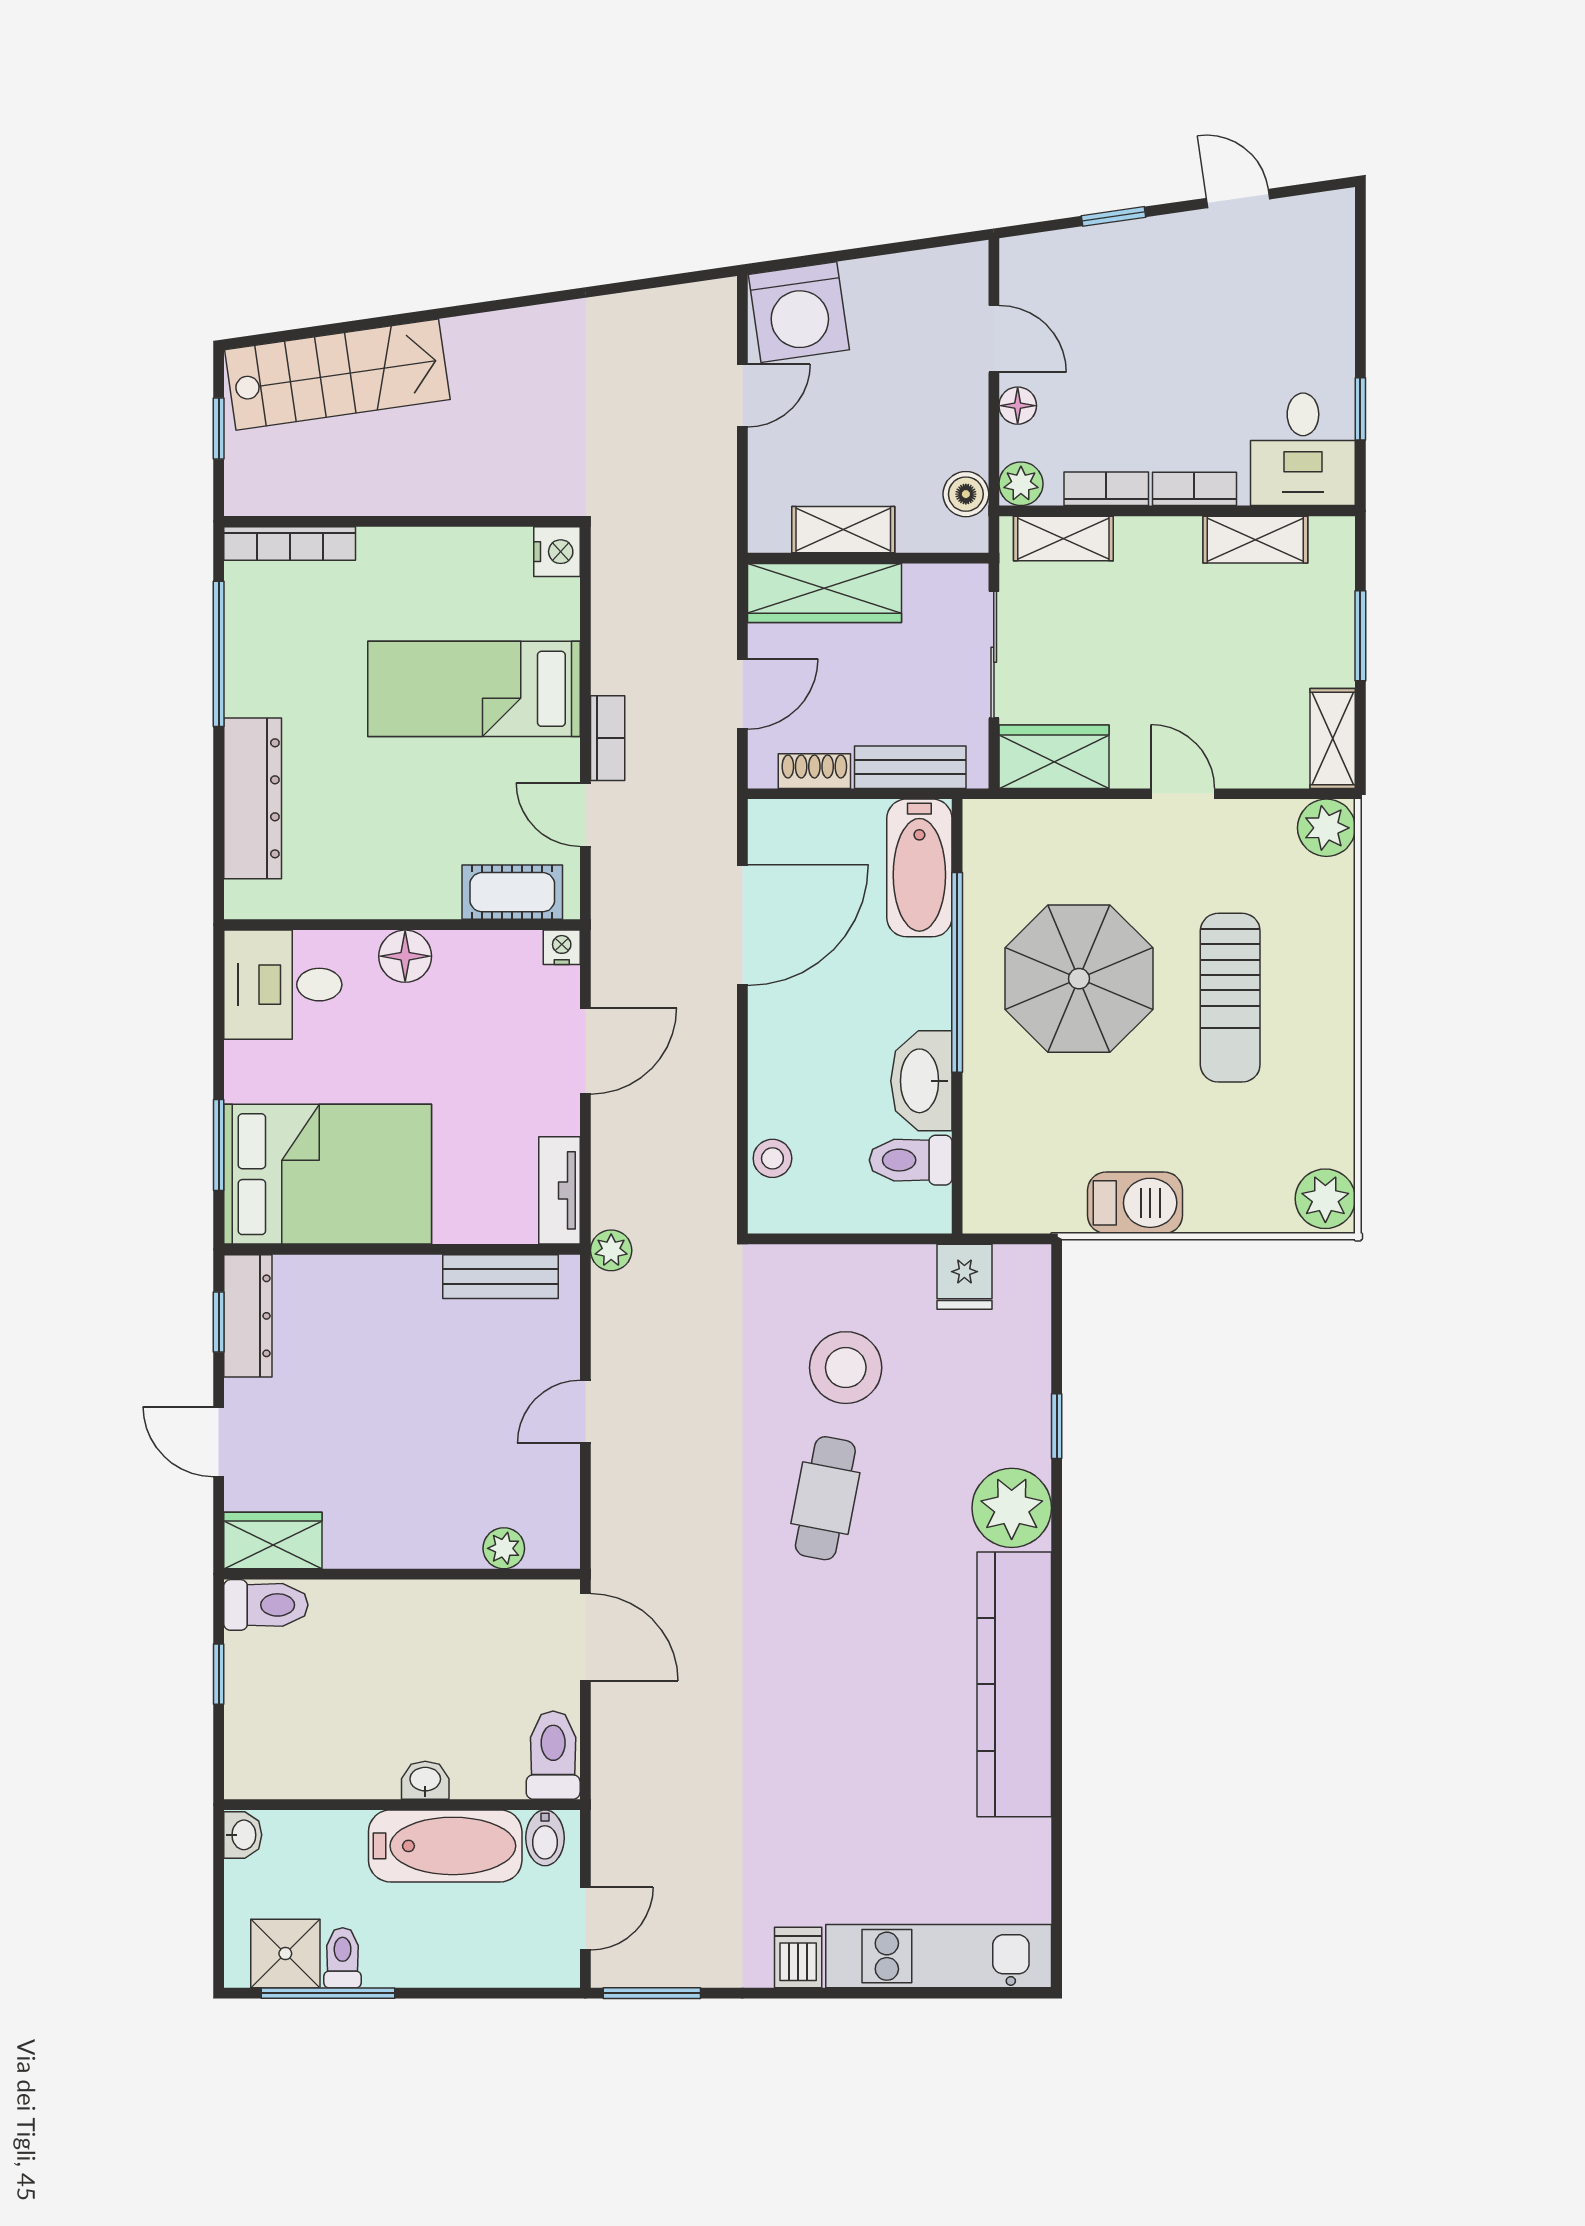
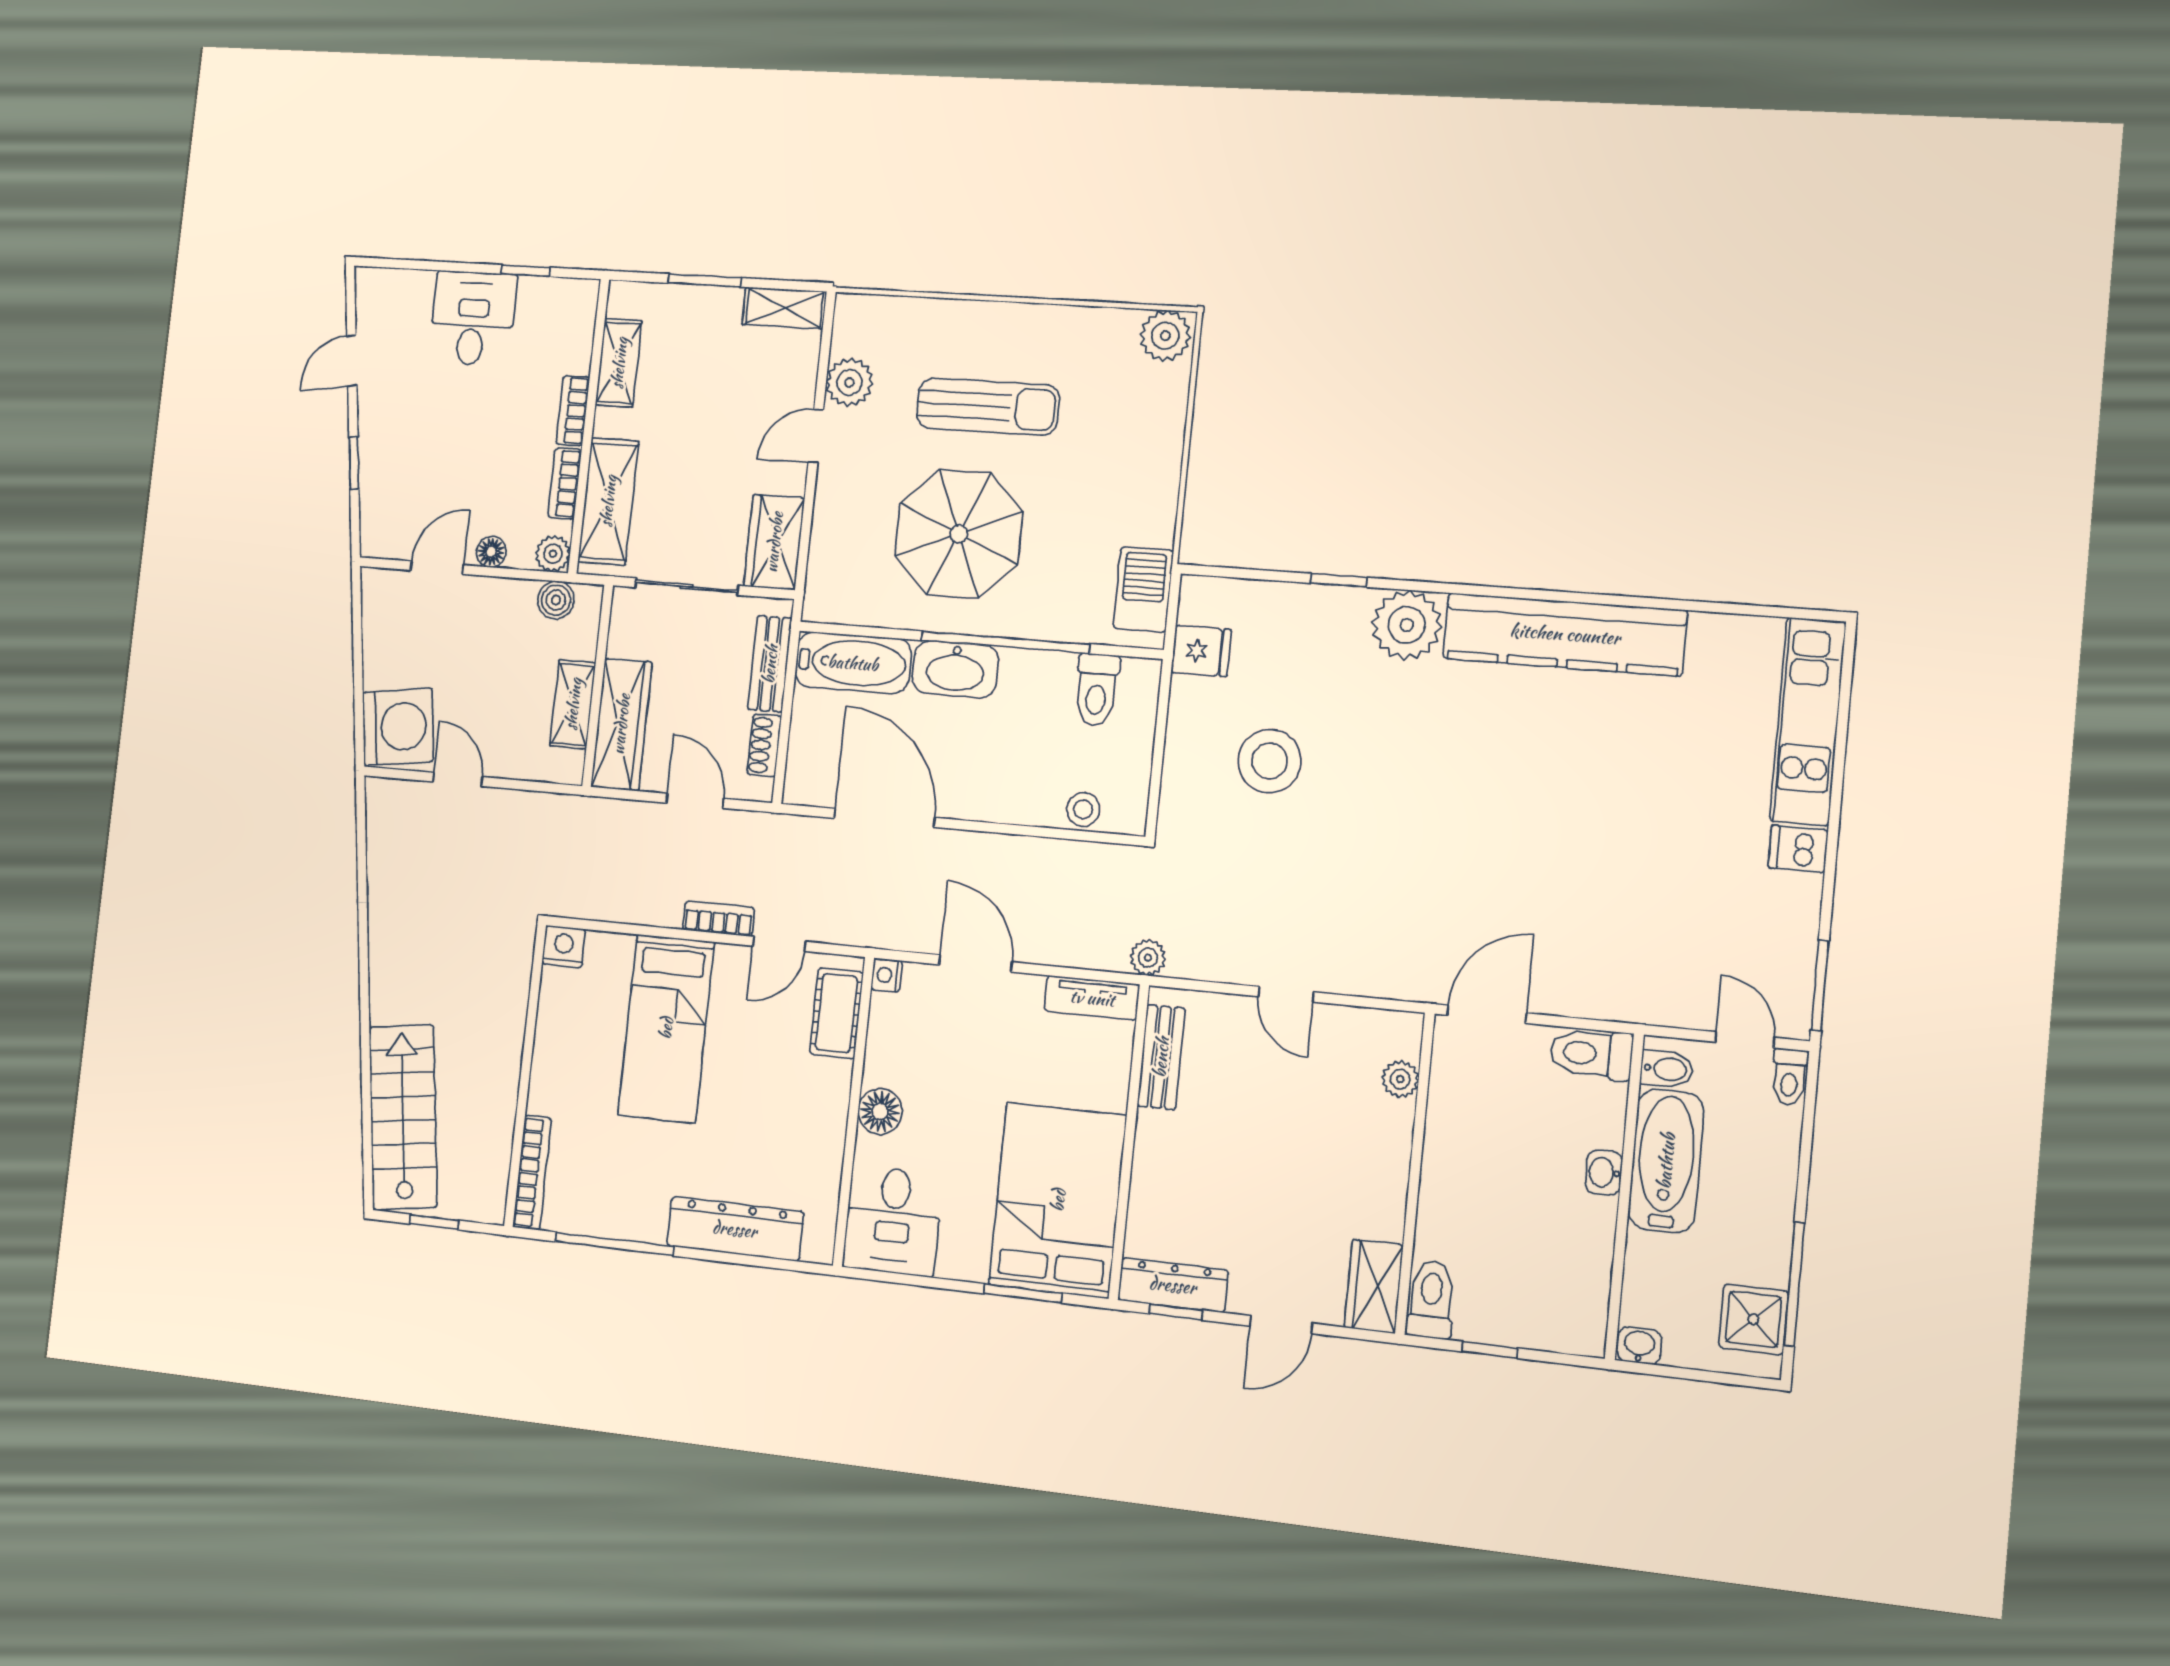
desk: (1303, 449) -> (473, 318), moved, turned -90
shelving: (1063, 539) -> (608, 501), width x1.50, depth x1.33
plant: (1326, 828) -> (849, 382), moved
window: (957, 972) -> (1005, 642), moved
washbasin: (921, 1081) -> (955, 669), moved
barbecue: (1135, 1203) -> (1143, 589), moved
cafe table: (825, 1498) -> (1383, 789), removed
toilet: (343, 1958) -> (1790, 1077), moved, turned -90

